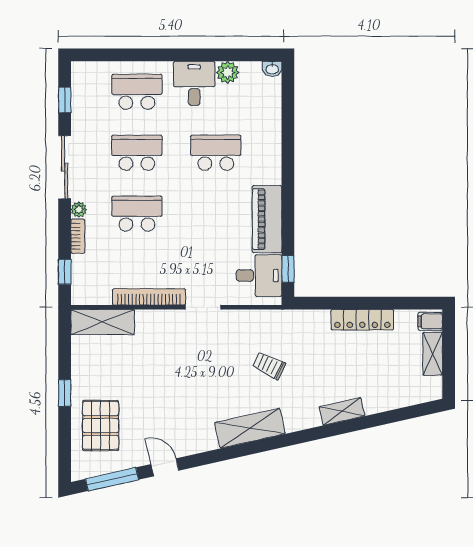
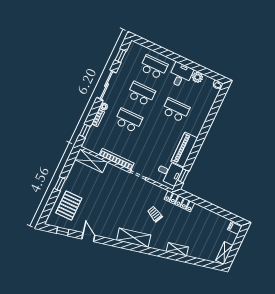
locker: (362, 320) -> (179, 201), moved
shelving: (433, 354) -> (224, 253), moved
window: (112, 479) -> (63, 231), width x0.46

